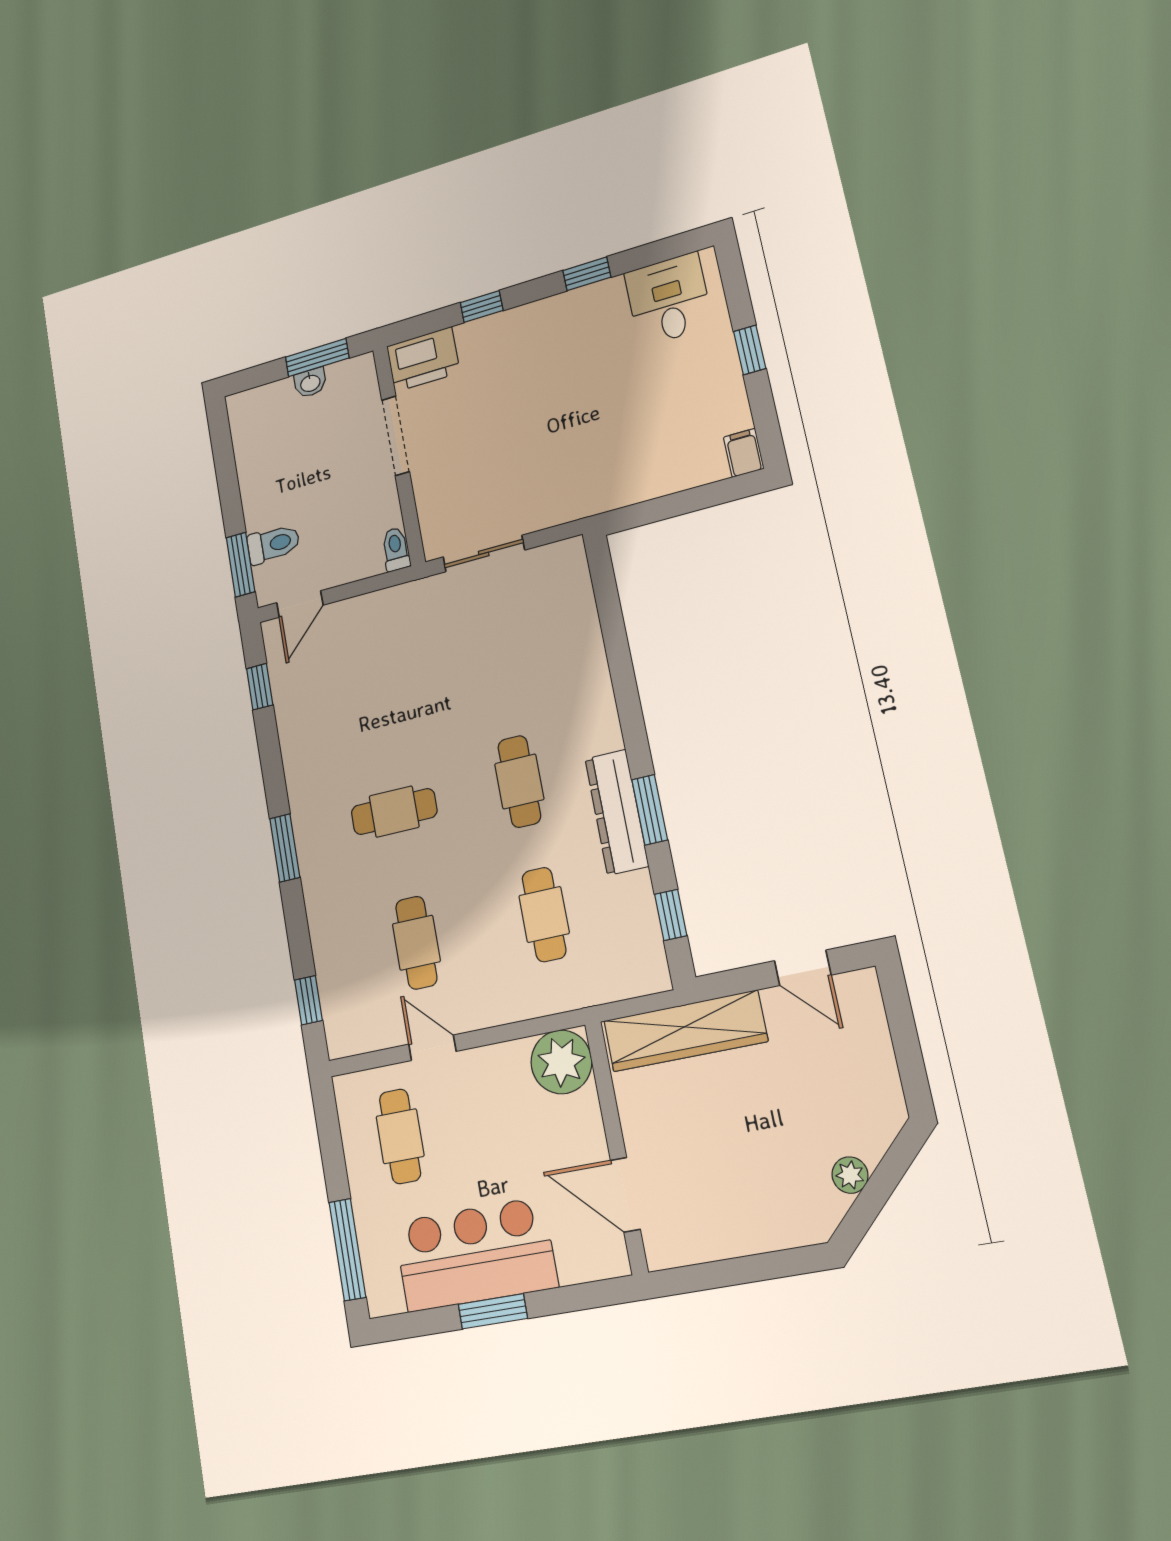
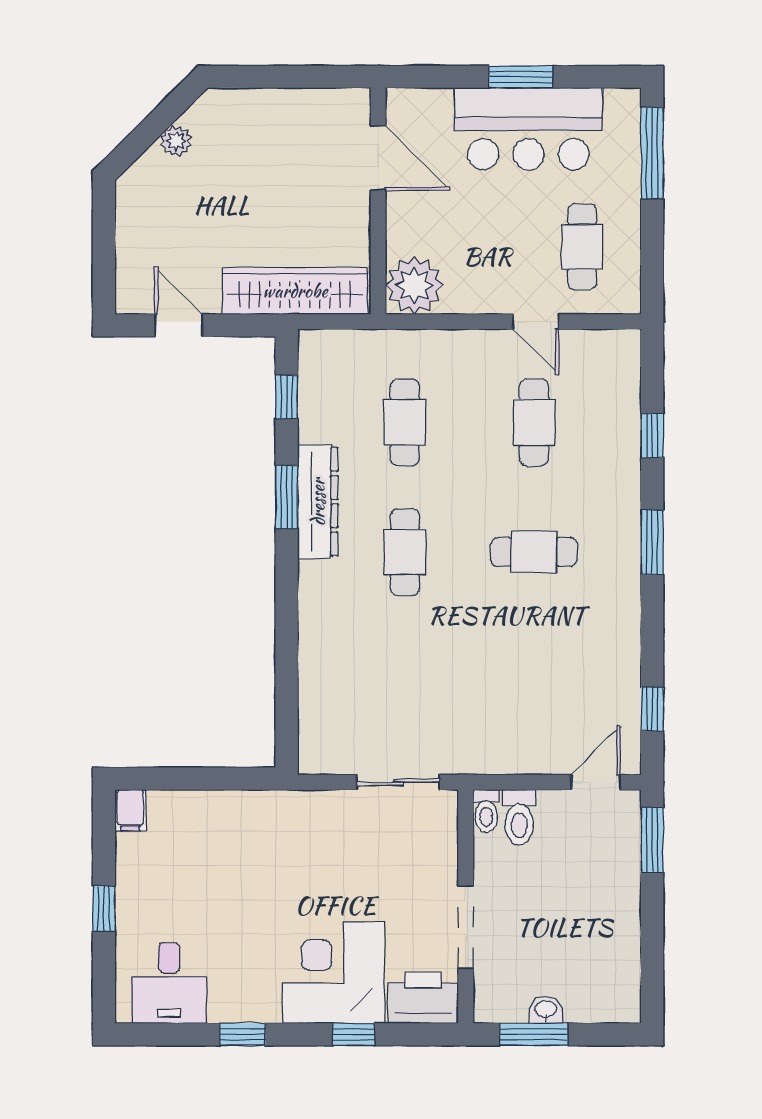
corner desk: (511, 357) -> (334, 973), added
toilet: (273, 544) -> (519, 817), moved, turned -90
window: (309, 1000) -> (652, 436), moved

